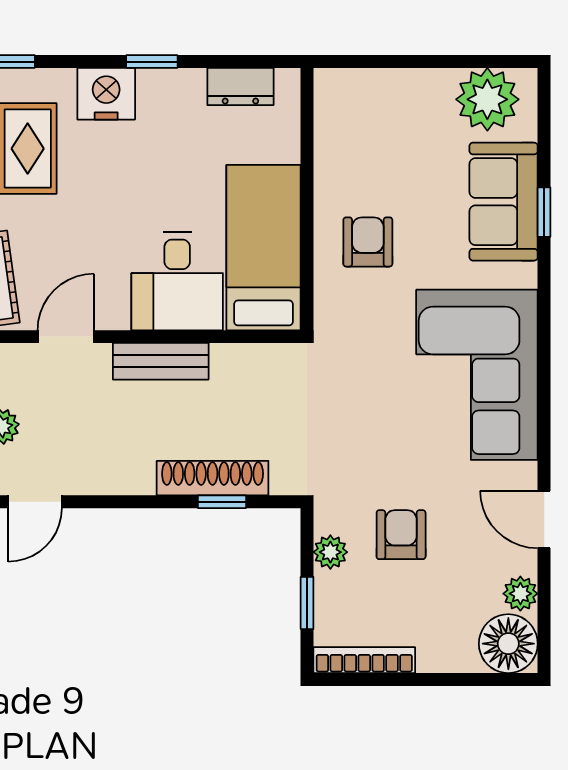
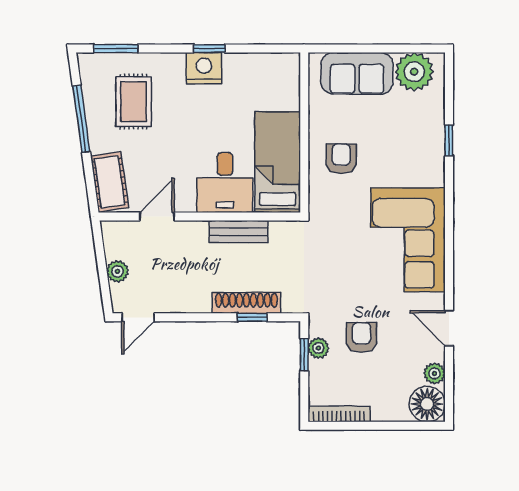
dresser: (240, 87) -> (263, 64), removed
nightstand: (106, 94) -> (204, 68), moved
sofa: (504, 202) -> (357, 73), moved, turned -90
bench: (161, 361) -> (239, 232), moved
window: (307, 603) -> (304, 355), moved

